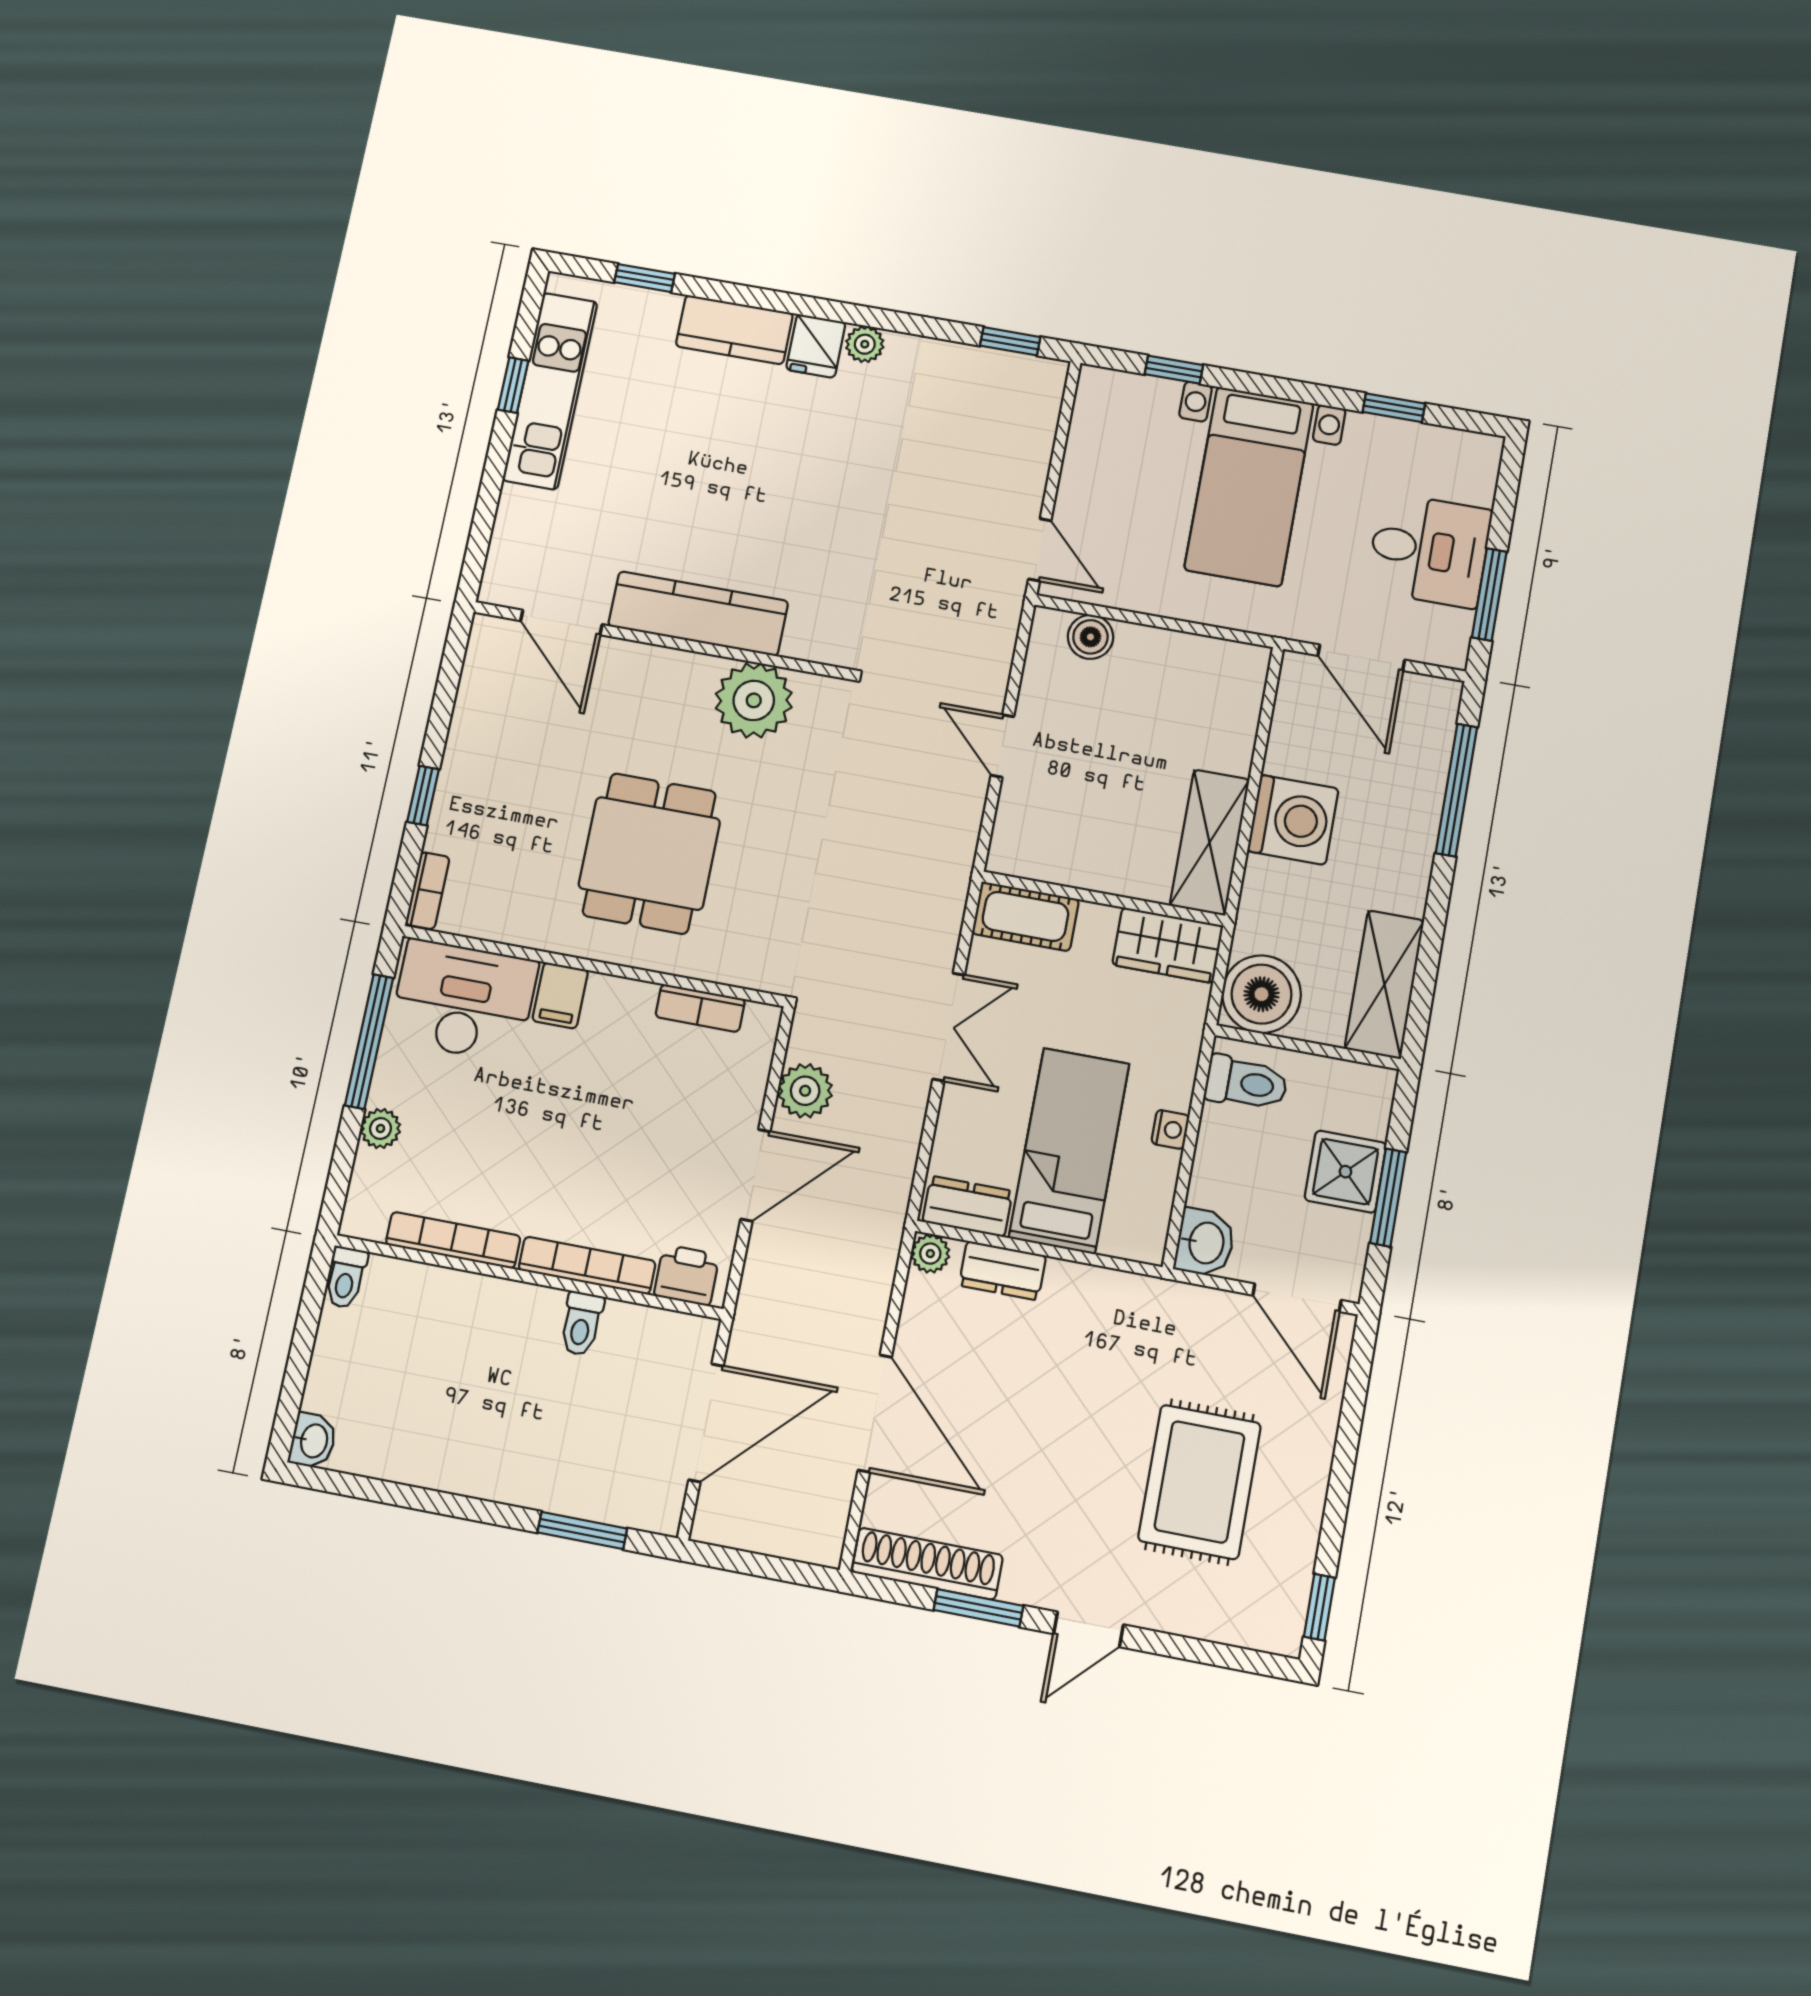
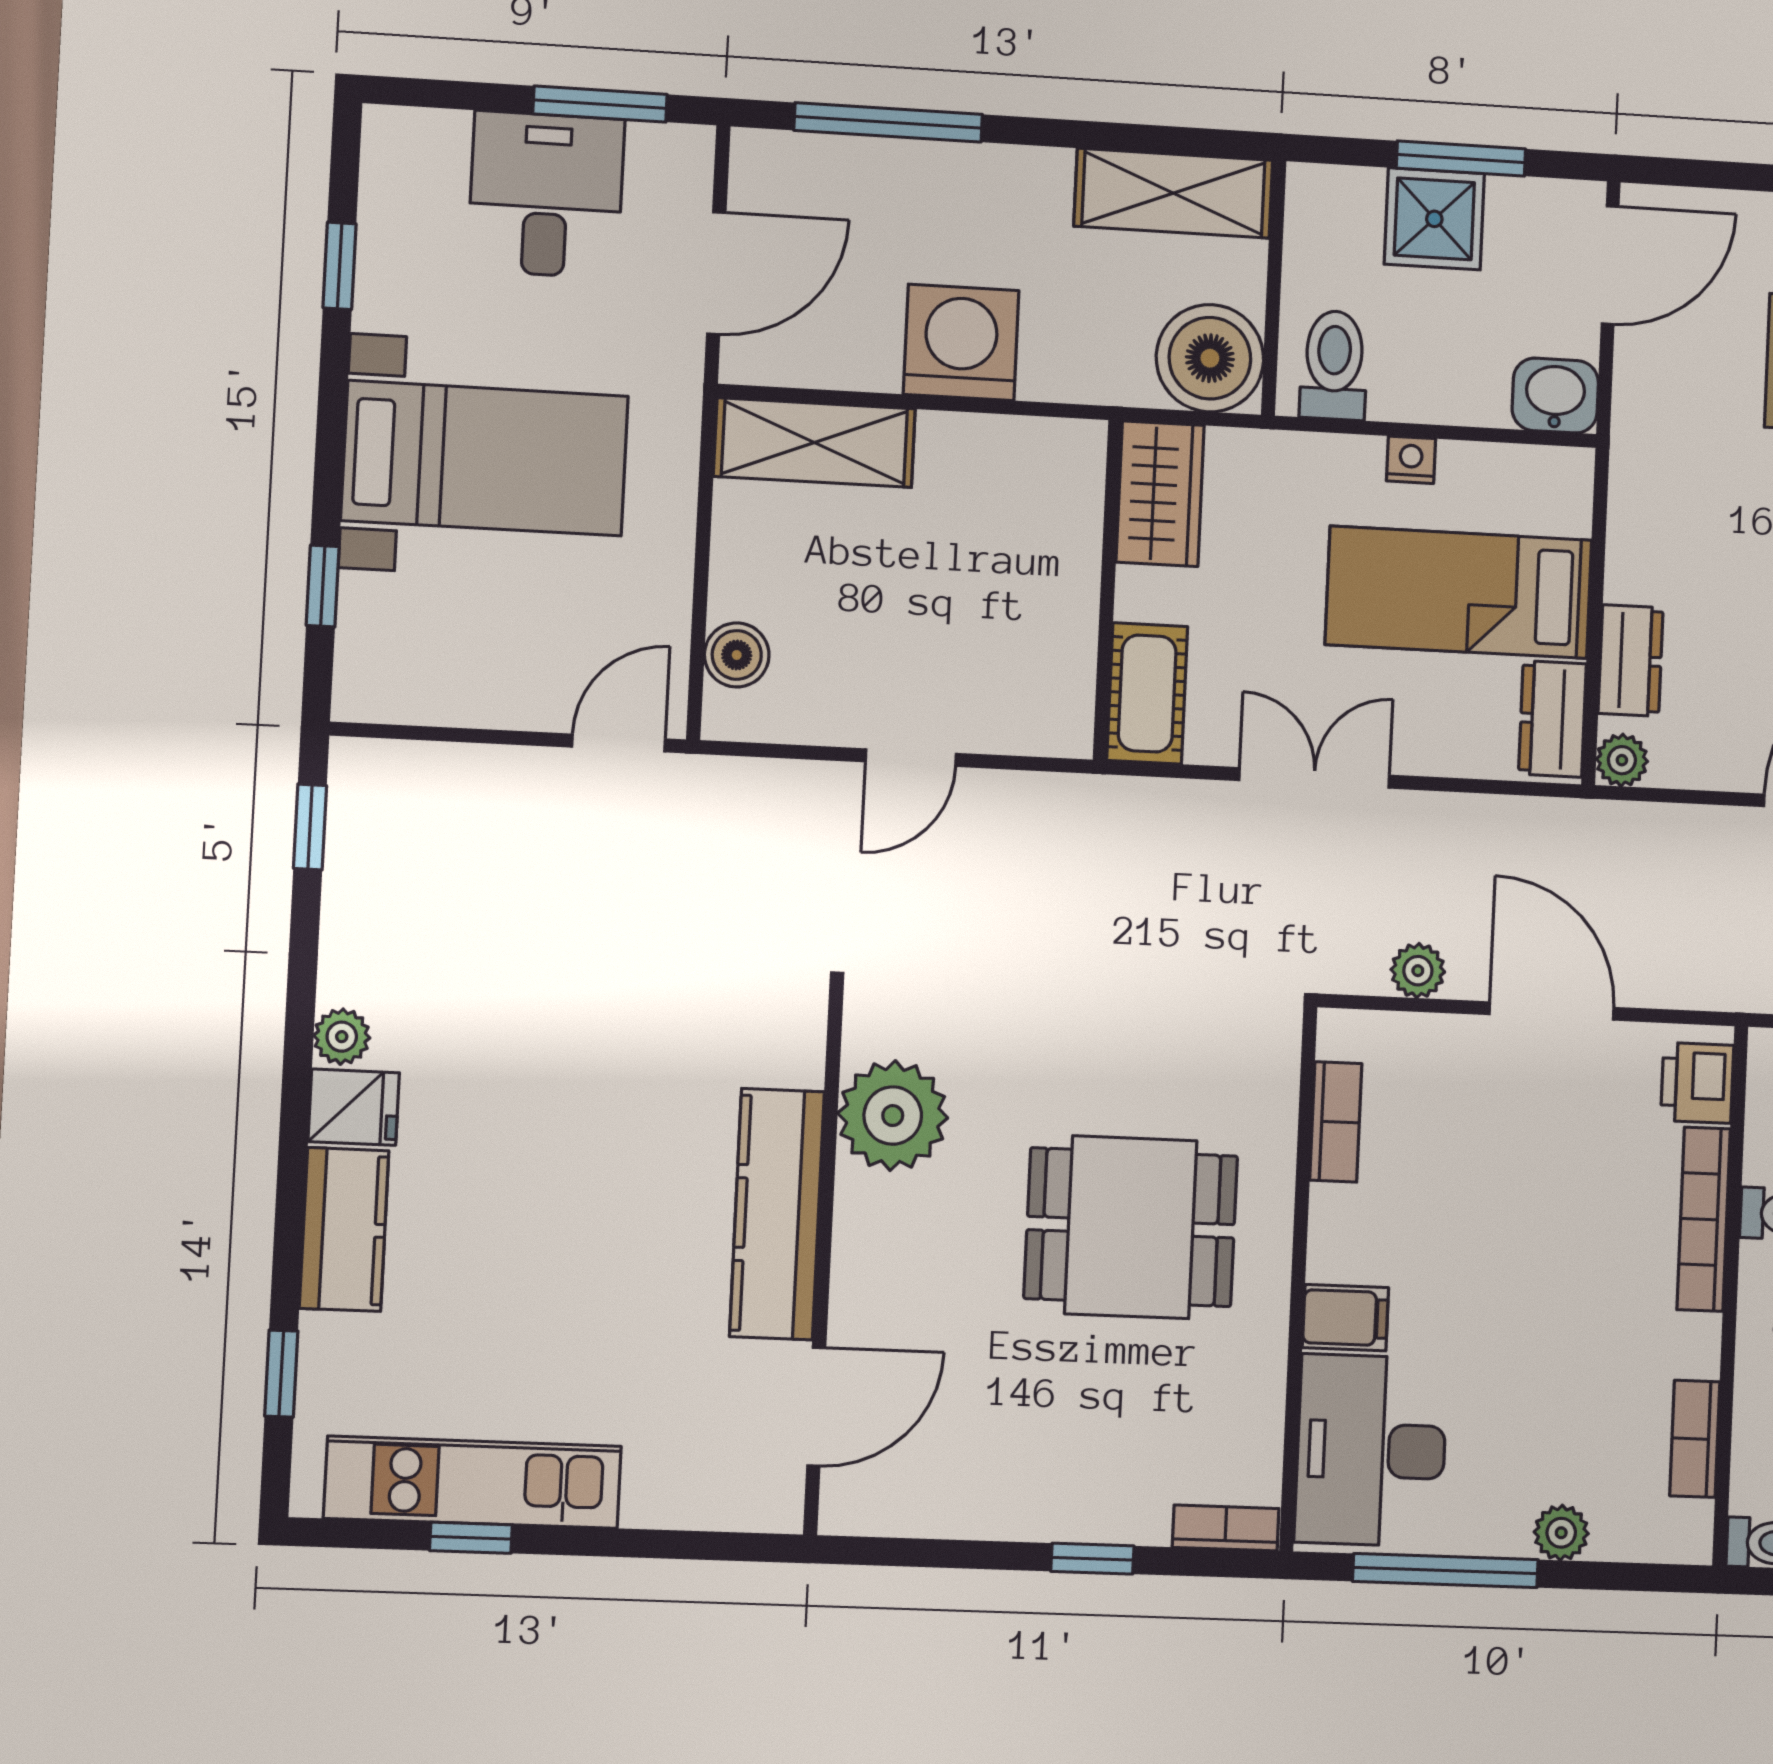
shelving: (1210, 842) -> (814, 443), moved
plant: (805, 1091) -> (1418, 971), width x0.73, depth x0.73
bookcase: (453, 1240) -> (1695, 1439), width x0.64

